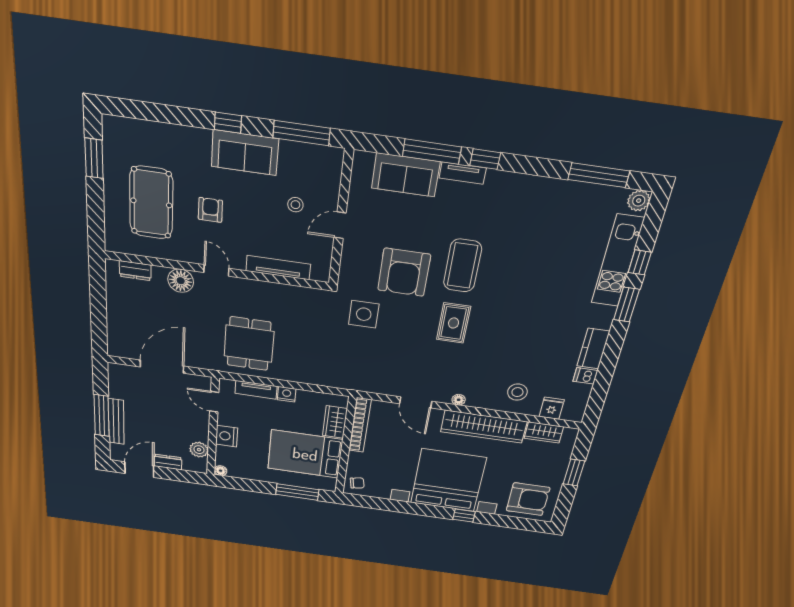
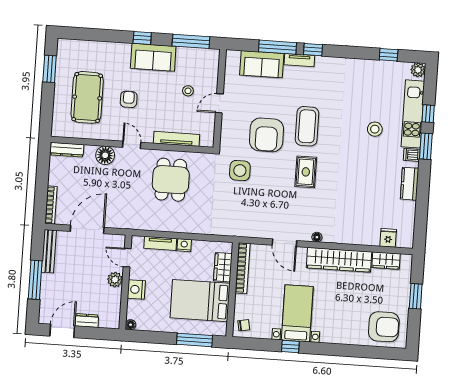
window: (599, 175) -> (389, 55), width x0.46
dresser: (135, 271) -> (67, 150), width x1.44
bookcase: (113, 335) -> (51, 205), added
dining table: (249, 344) -> (171, 180), moved
dishwasher: (585, 376) -> (412, 155), moved
stool: (517, 392) -> (375, 129), moved
bench: (116, 422) -> (49, 251), moved
plant: (199, 450) -> (115, 280), moved
bed with nightstands: (448, 480) -> (297, 313), width x0.54
window: (464, 516) -> (290, 346), moved

